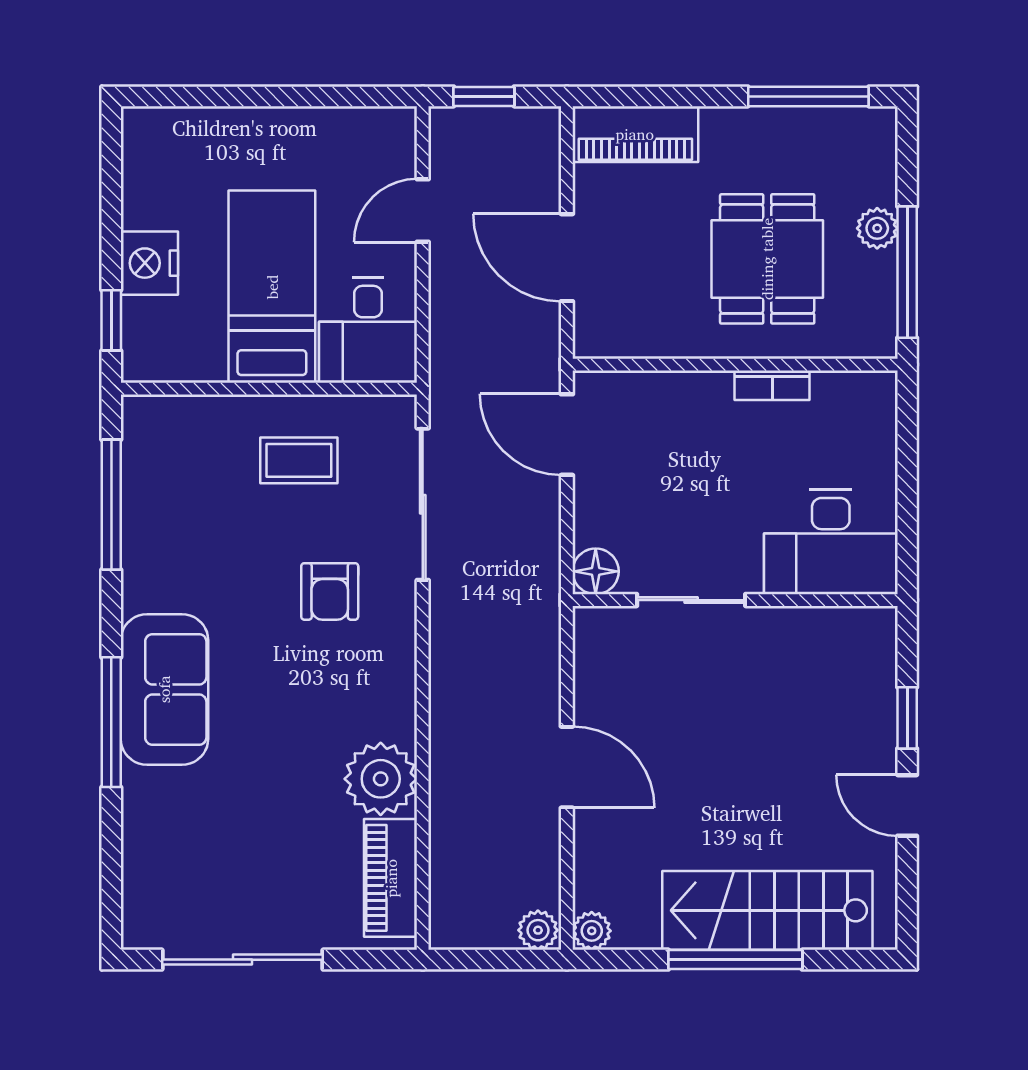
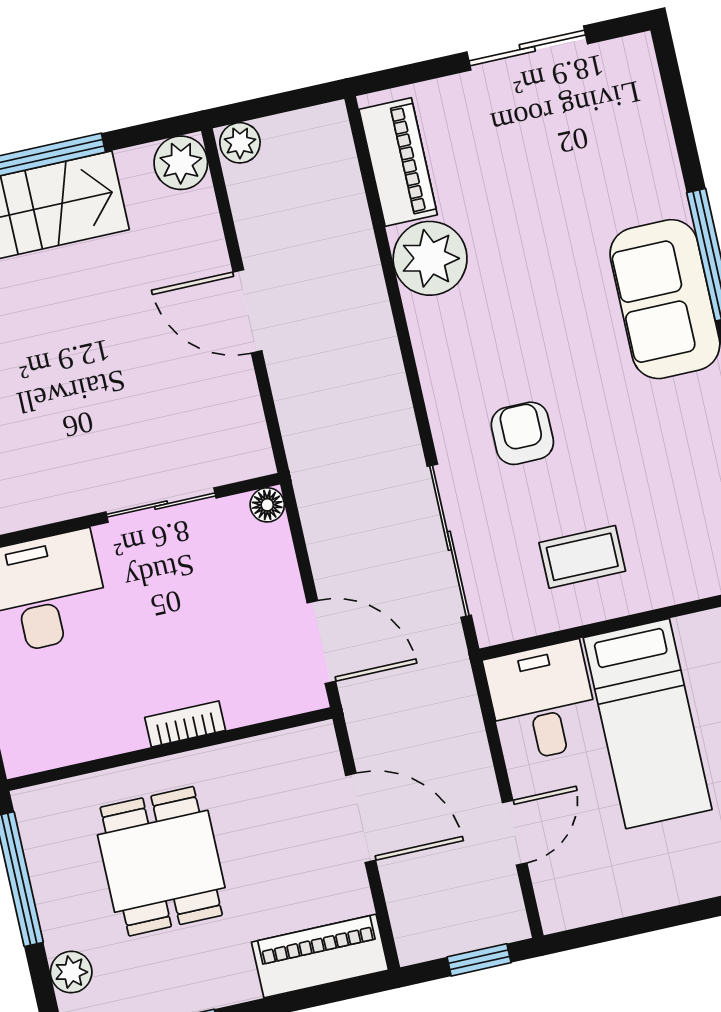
plant: (877, 228) -> (71, 972), moved
bookcase: (772, 385) -> (185, 724), moved
floor lamp: (596, 571) -> (267, 505), width x0.73, depth x0.73
plant: (592, 931) -> (181, 163), width x1.38, depth x1.38
sliding door: (243, 960) -> (527, 48), width x0.73

